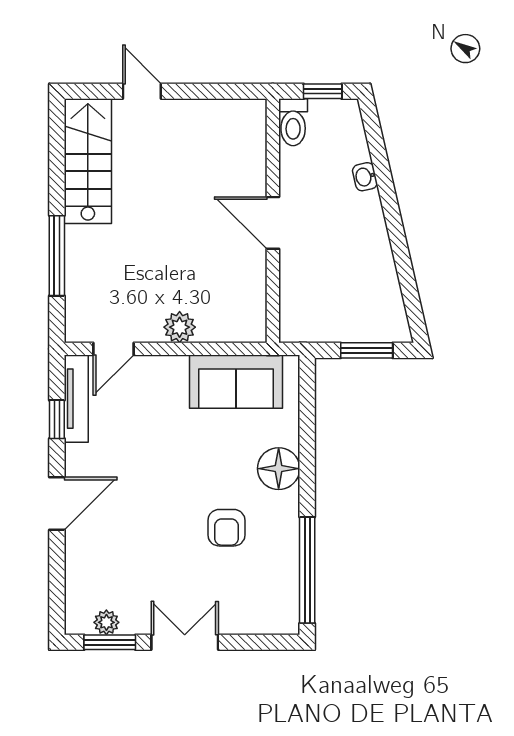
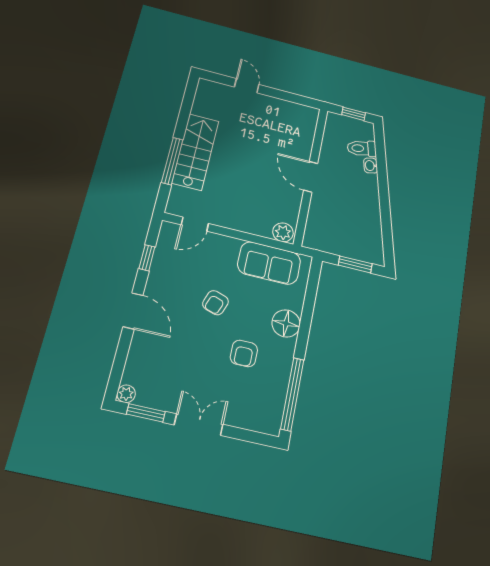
toilet: (293, 122) -> (362, 148), moved, turned 77
stairs: (88, 161) -> (195, 152), moved
plant: (180, 327) -> (283, 232), moved
tv unit: (76, 399) -> (163, 248), removed
armchair: (170, 463) -> (215, 303), added
door: (57, 503) -> (133, 311), hinge flipped
plant: (106, 622) -> (126, 394), moved

